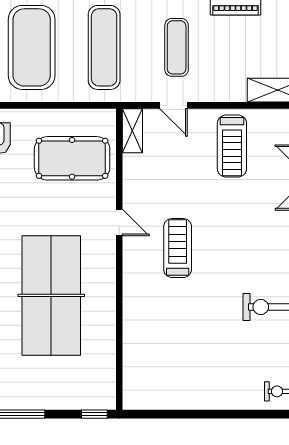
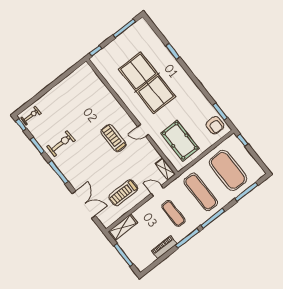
treadmill: (232, 146) -> (123, 193), turned -90
pool table: (72, 158) -> (180, 141), turned 90
treadmill: (178, 248) -> (113, 138), turned 180

